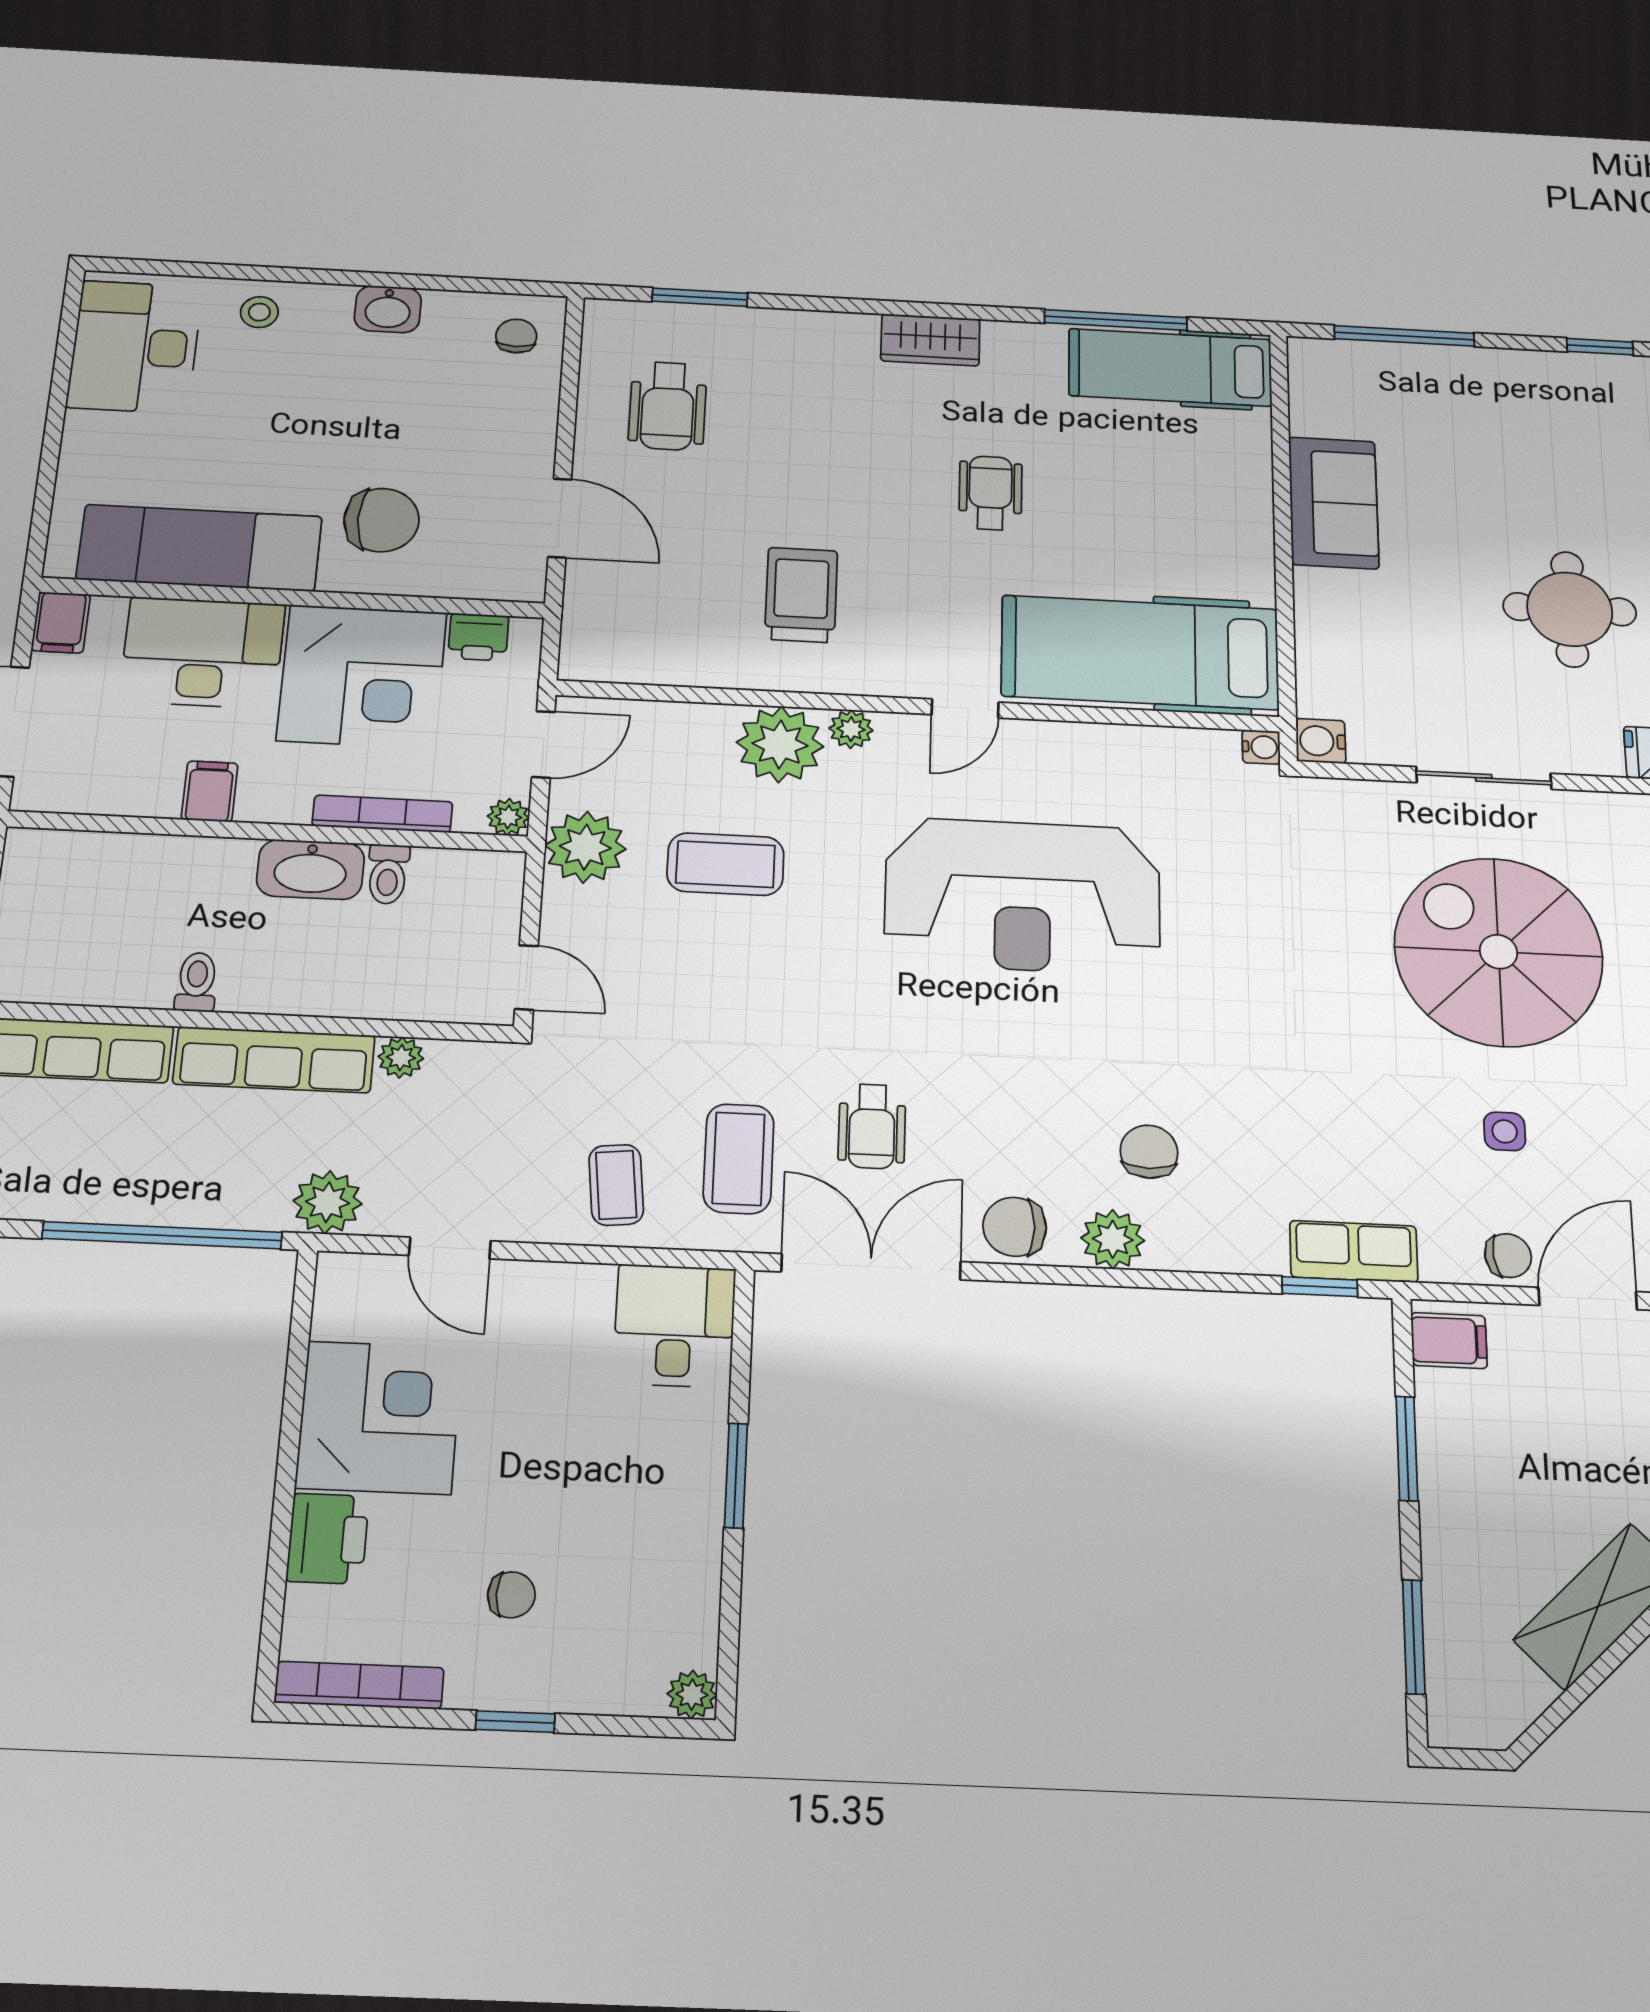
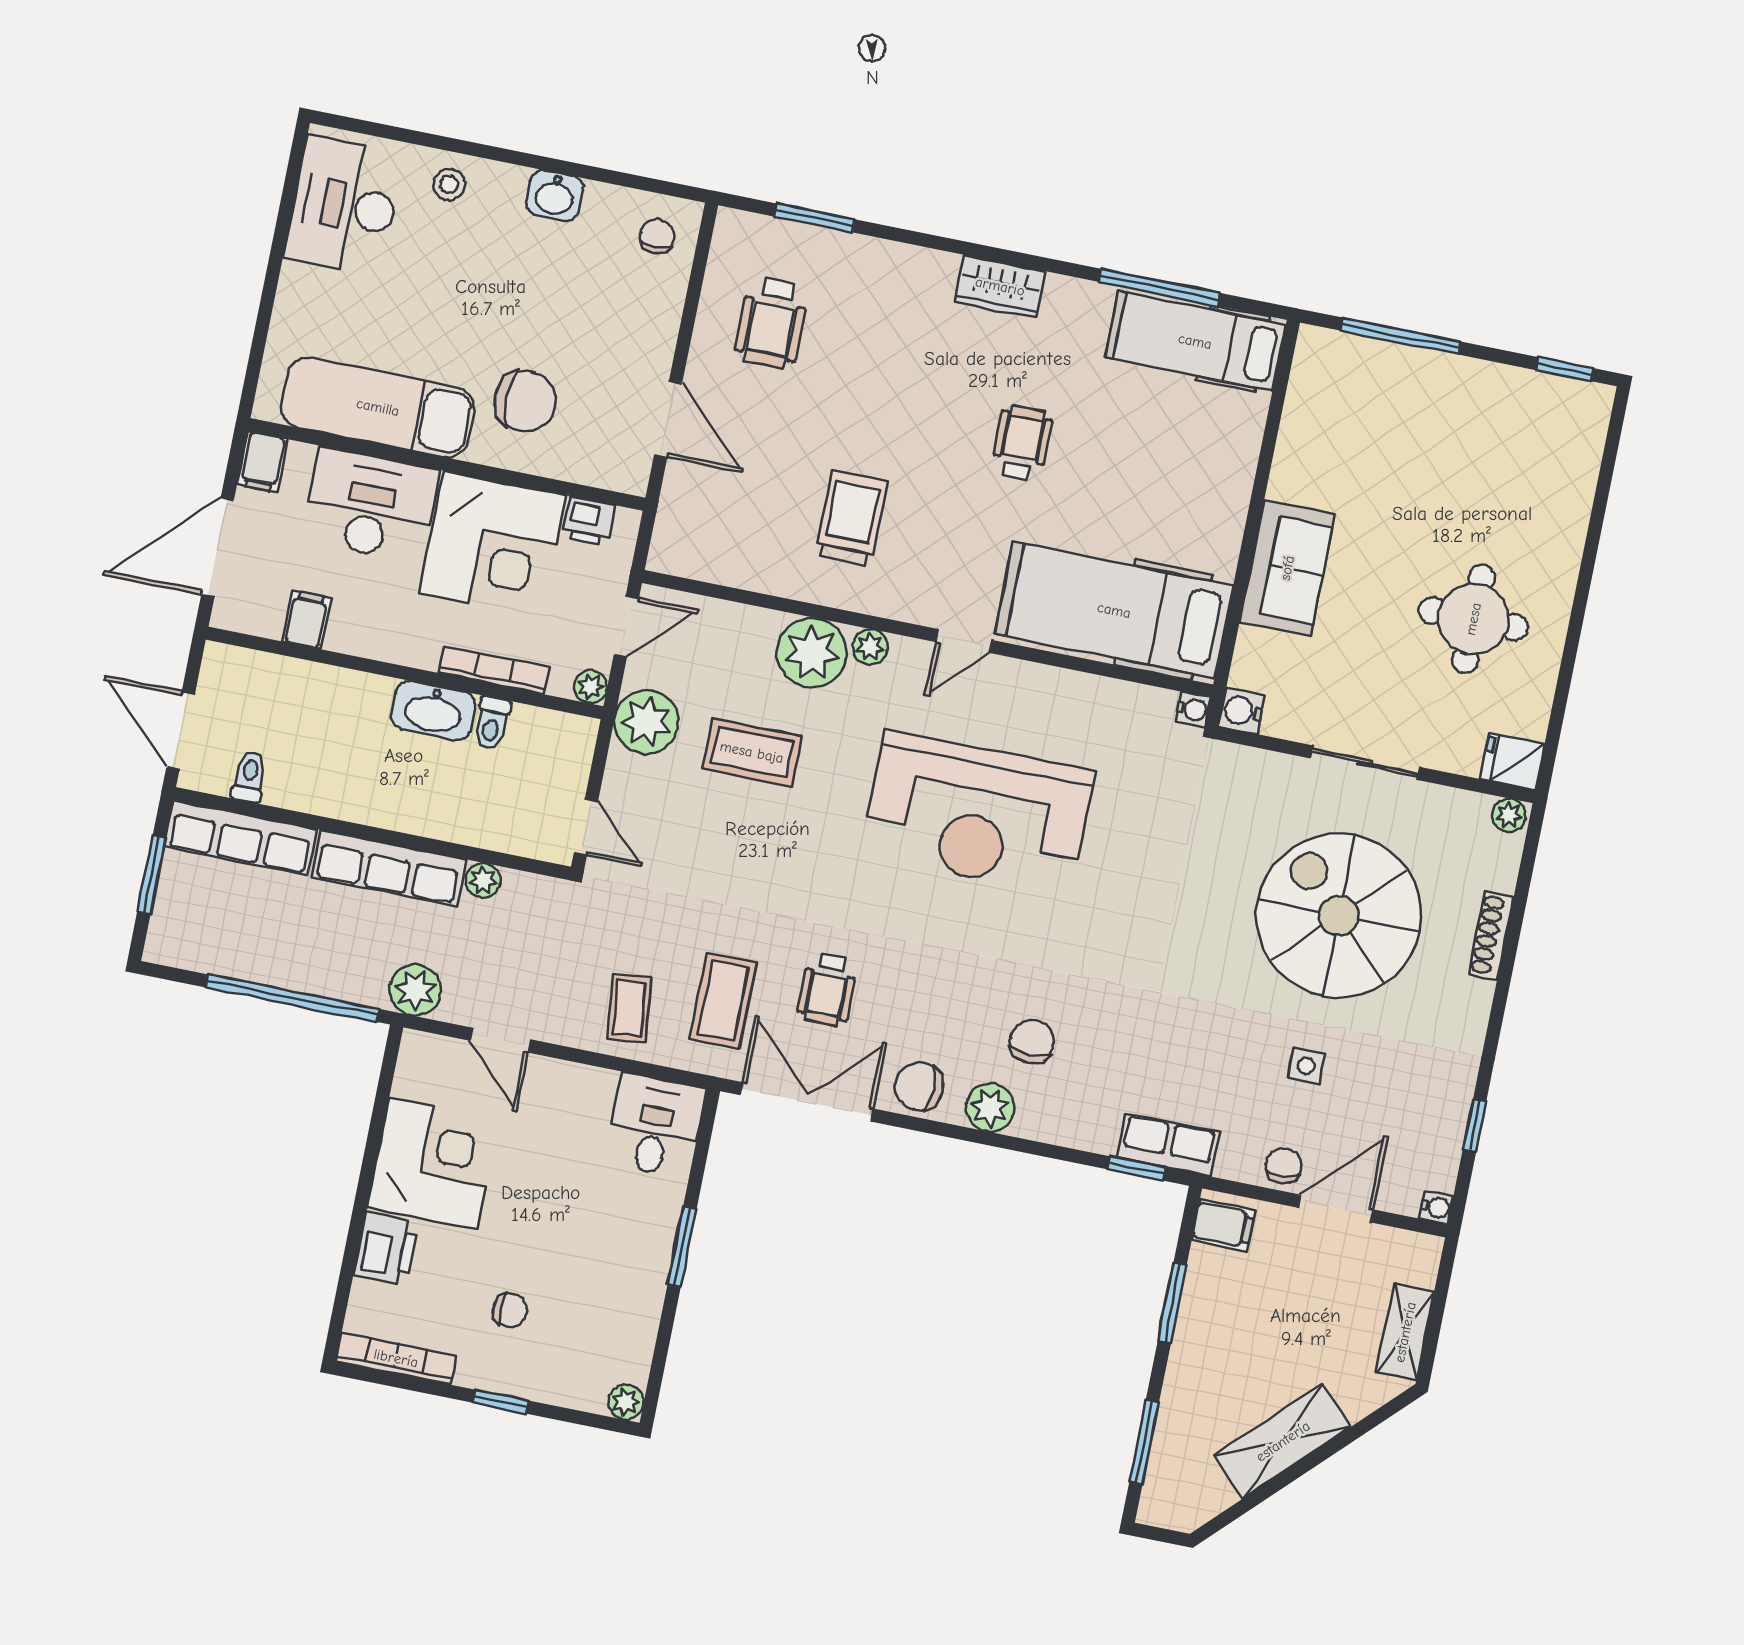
sofa: (1333, 503) -> (1287, 568), moved
filing cabinet: (210, 791) -> (307, 620), moved
toilet: (197, 982) -> (249, 777), moved
chair: (1508, 1256) -> (1284, 1166), turned -89

